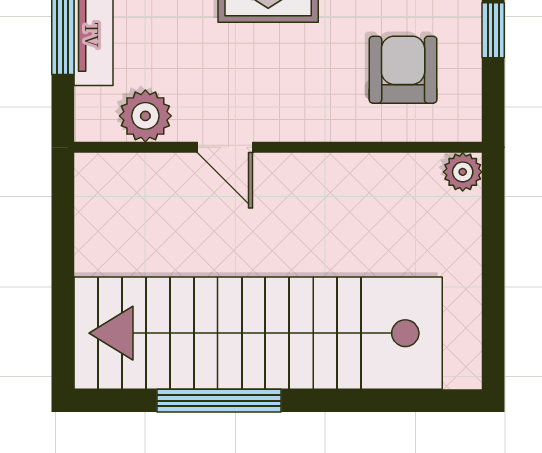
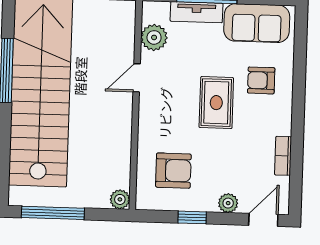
window: (493, 301) -> (53, 213), added

